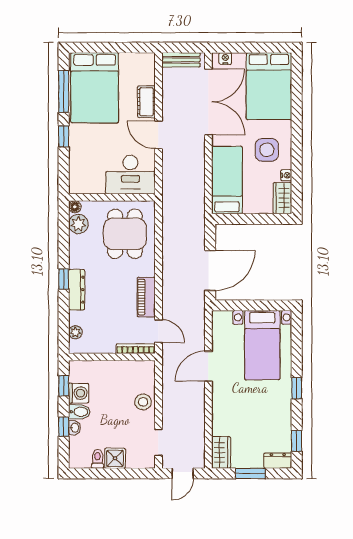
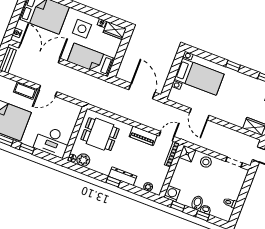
desk: (130, 175) -> (52, 141), moved, turned 90
washing machine: (79, 393) -> (172, 194), moved
shower: (115, 458) -> (187, 154), moved

